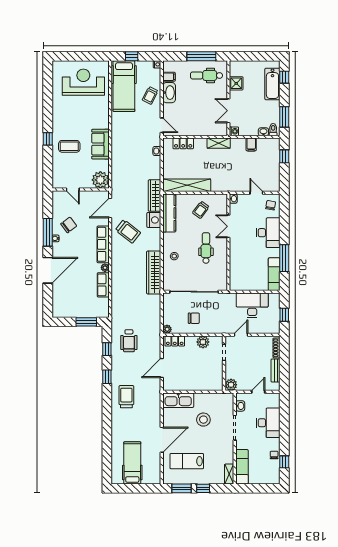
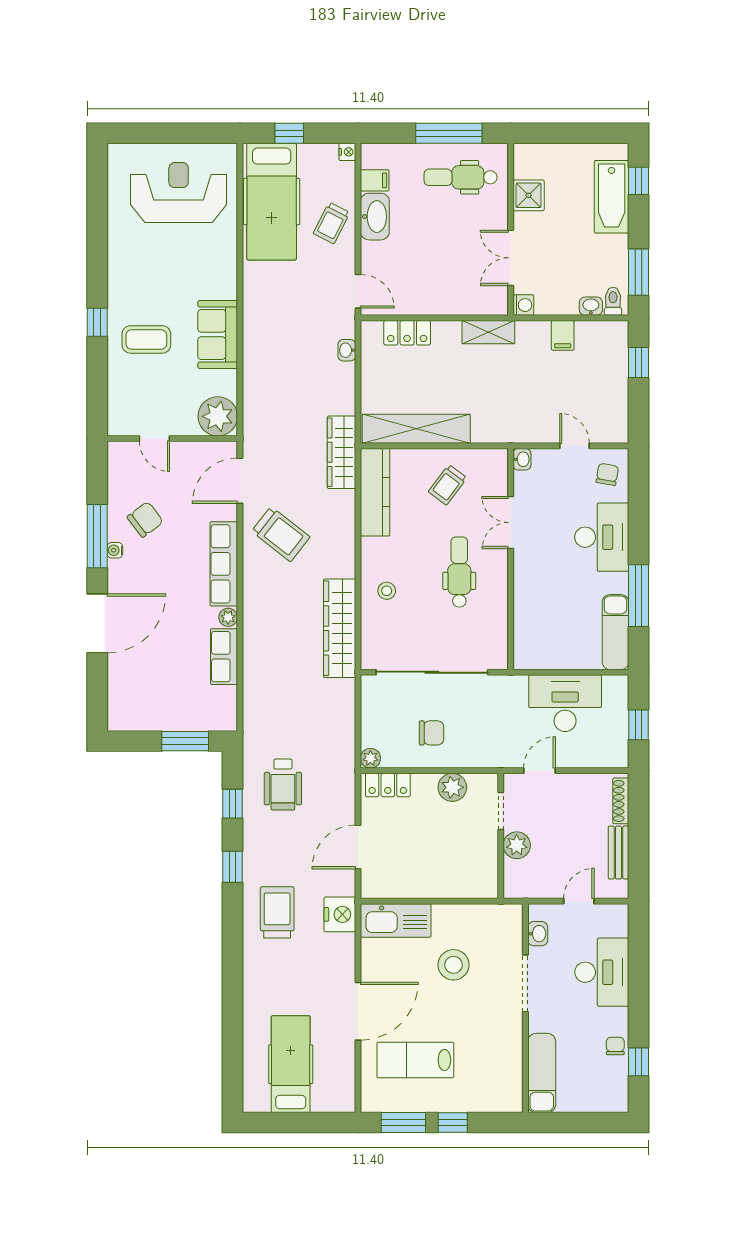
nightstand: (154, 220) -> (340, 914), moved
plant: (231, 385) -> (517, 845), moved
shelving: (229, 474) -> (512, 1090), removed

